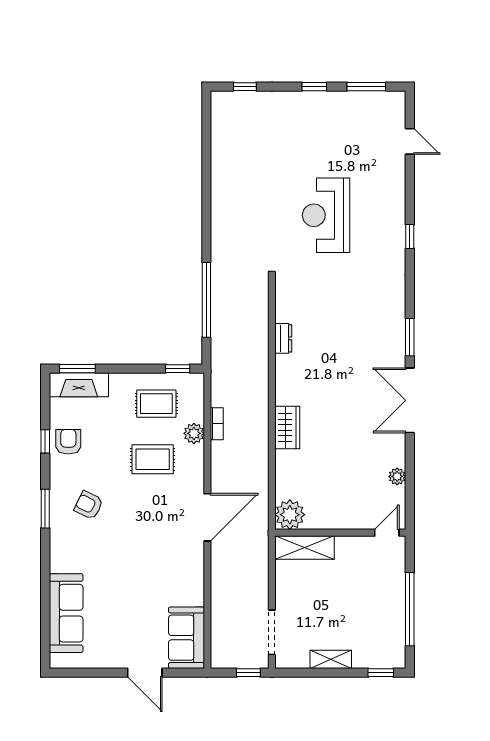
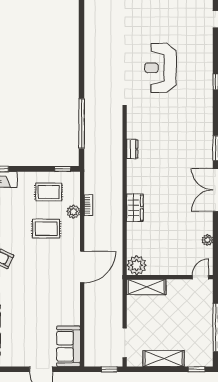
shelving: (331, 659) -> (164, 358), width x1.50, depth x1.33

